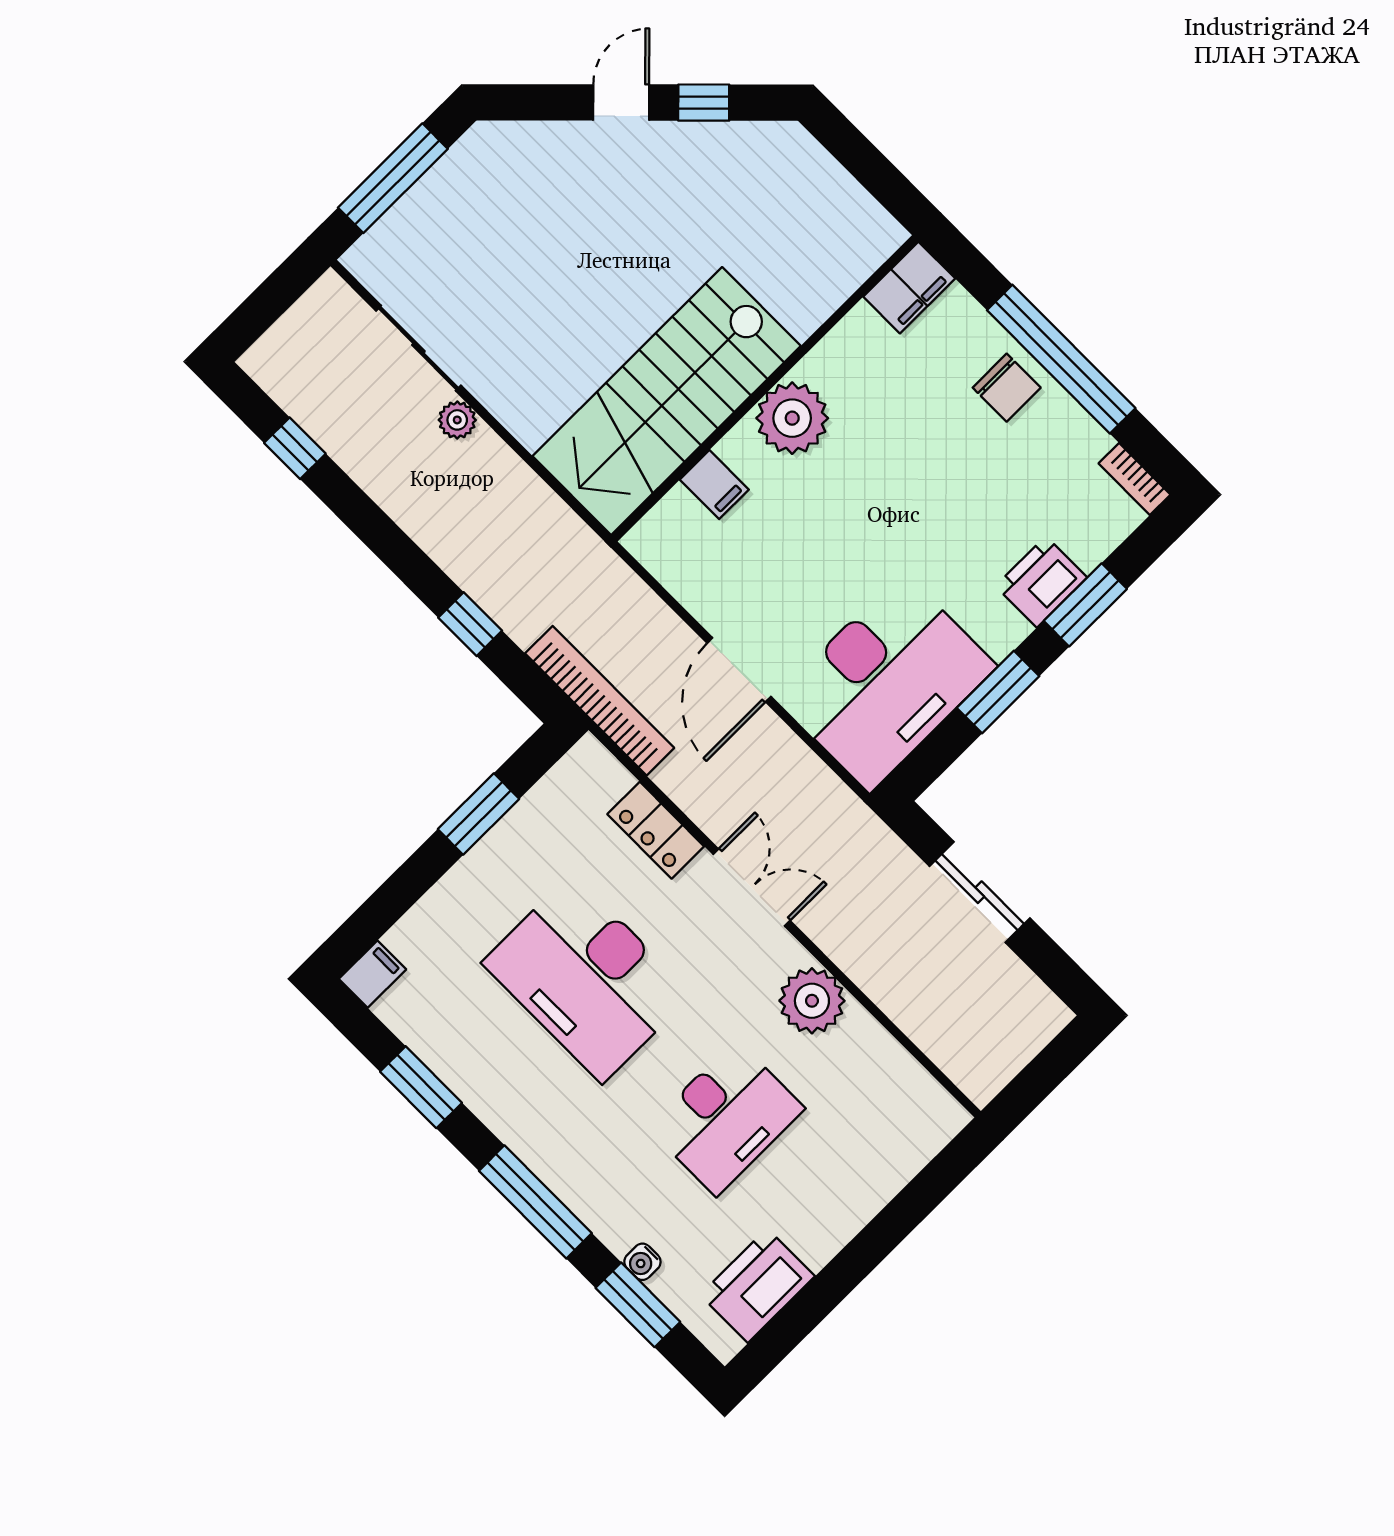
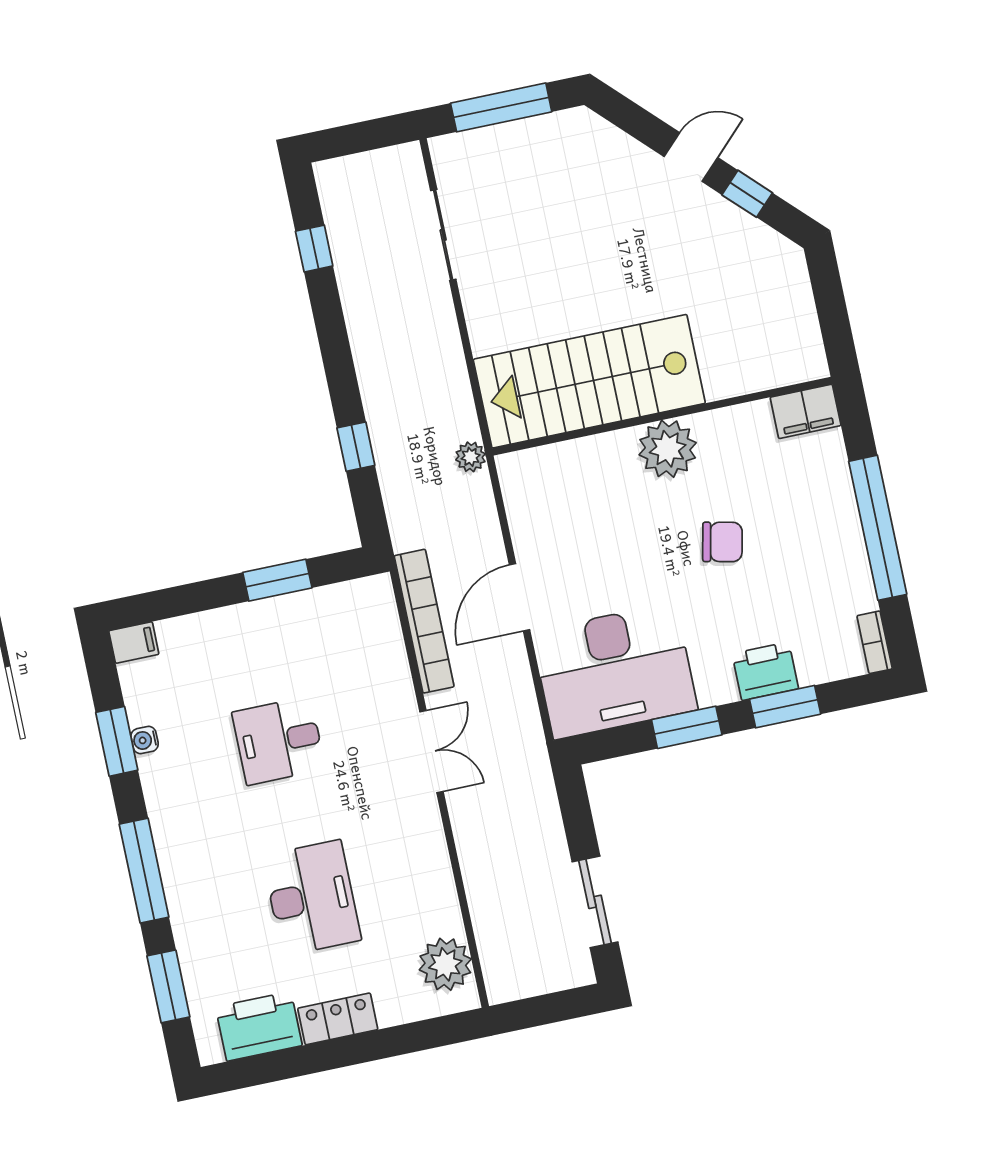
chair: (1007, 388) -> (722, 542), moved, turned -78
plant: (457, 420) -> (471, 457), moved
filing cabinet: (714, 485) -> (585, 460), removed
bookcase: (600, 701) -> (424, 621), moved
locker: (656, 830) -> (338, 1019), moved, turned 90
sliding door: (980, 892) -> (595, 902), moved
desk: (587, 978) -> (279, 741), width x0.53, depth x0.77
plant: (812, 1001) -> (445, 964), moved
desk: (726, 1118) -> (312, 898), turned -90
water cooler: (642, 1262) -> (145, 740), moved

